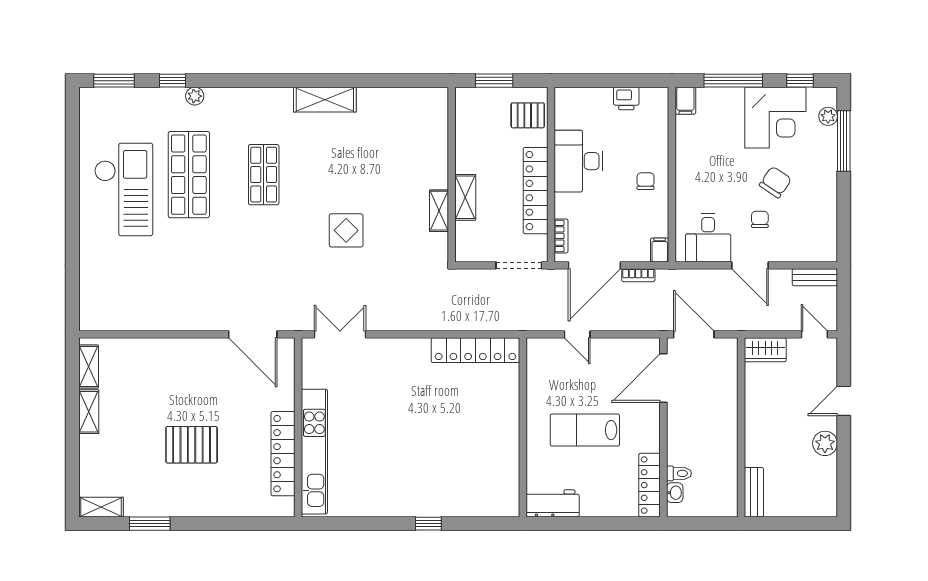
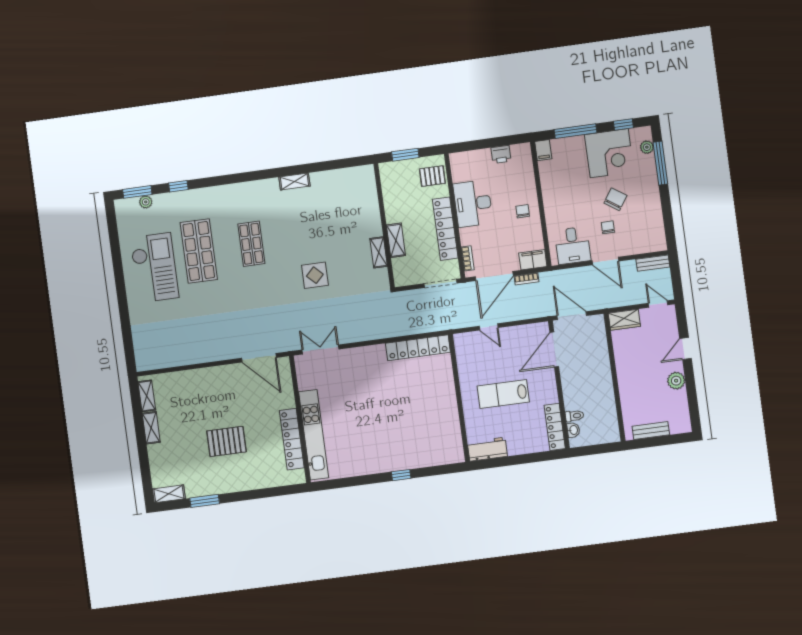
plant: (195, 96) -> (146, 202), moved
shelving: (325, 100) -> (294, 182), width x0.67, depth x0.75
filing cabinet: (660, 250) -> (533, 260), width x2.00
bench: (754, 492) -> (651, 431), moved, turned 90

